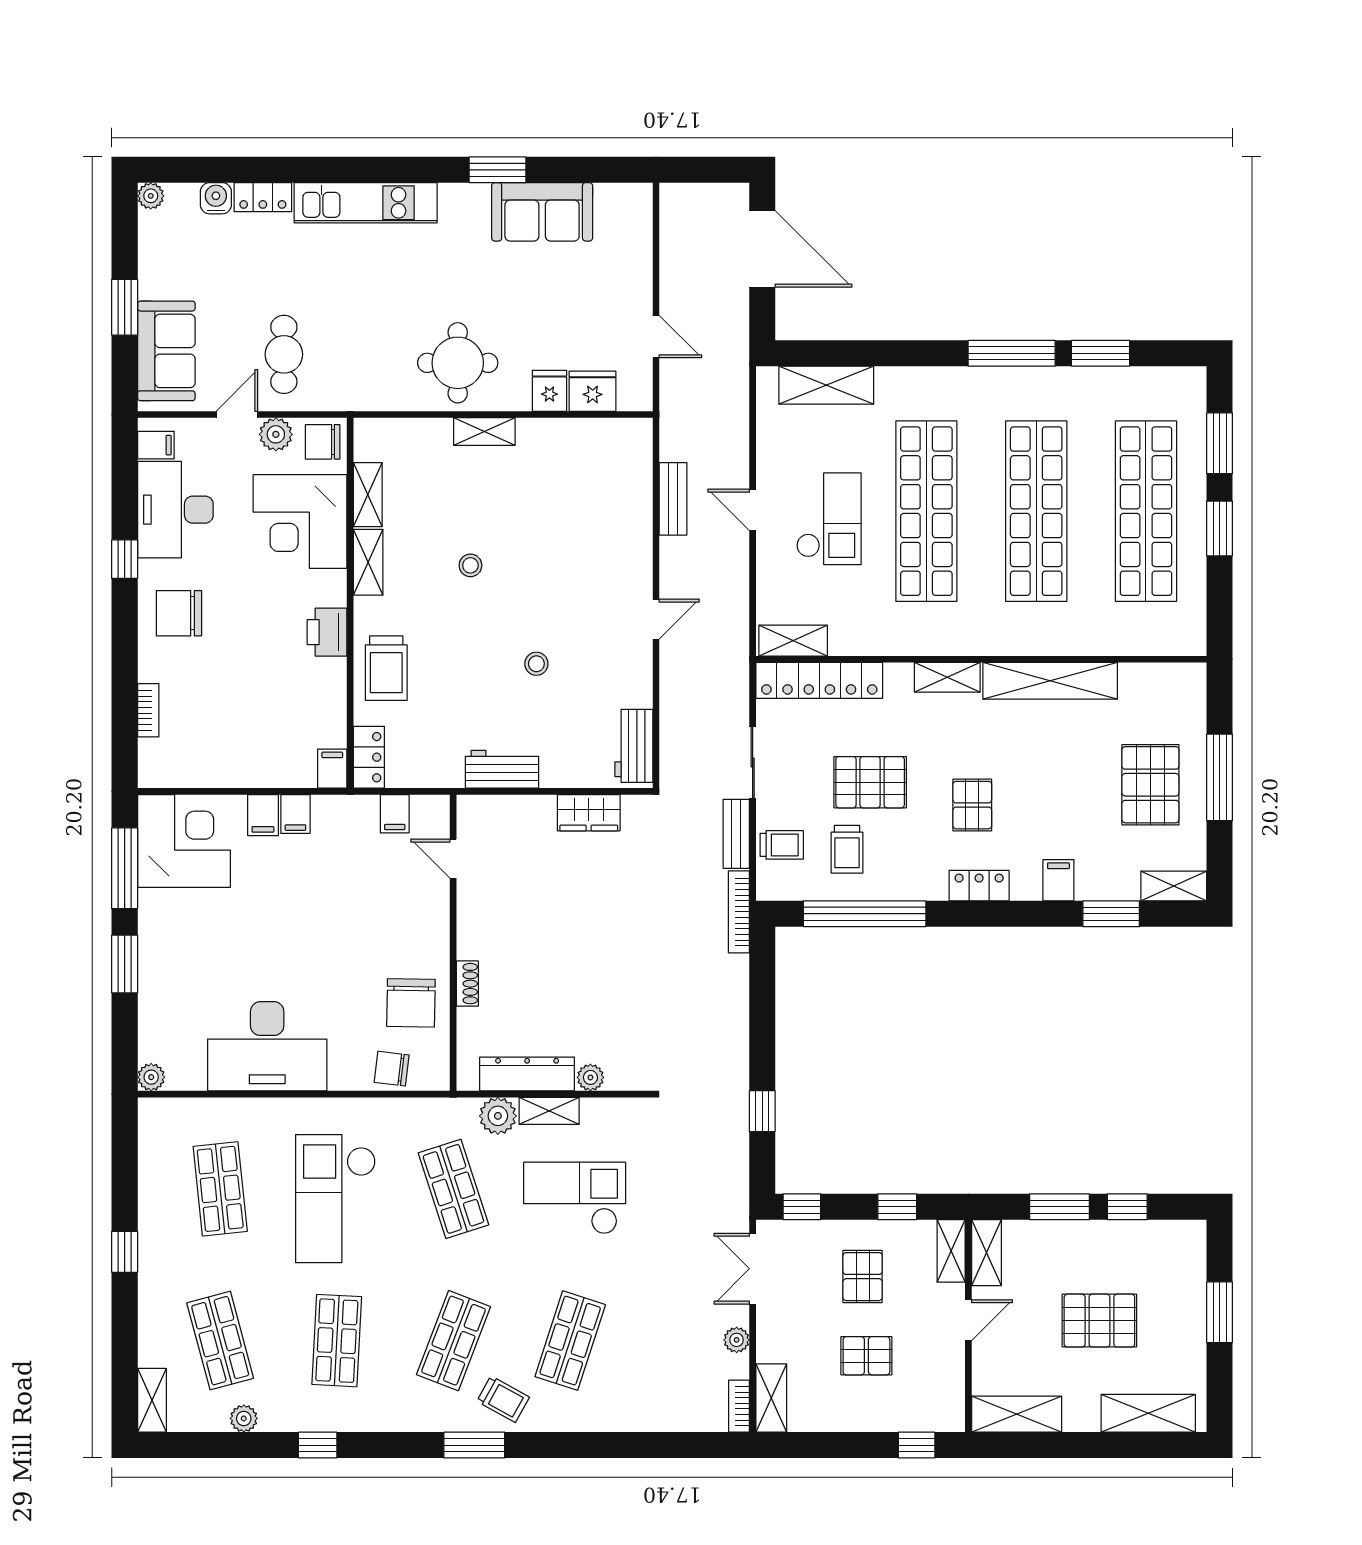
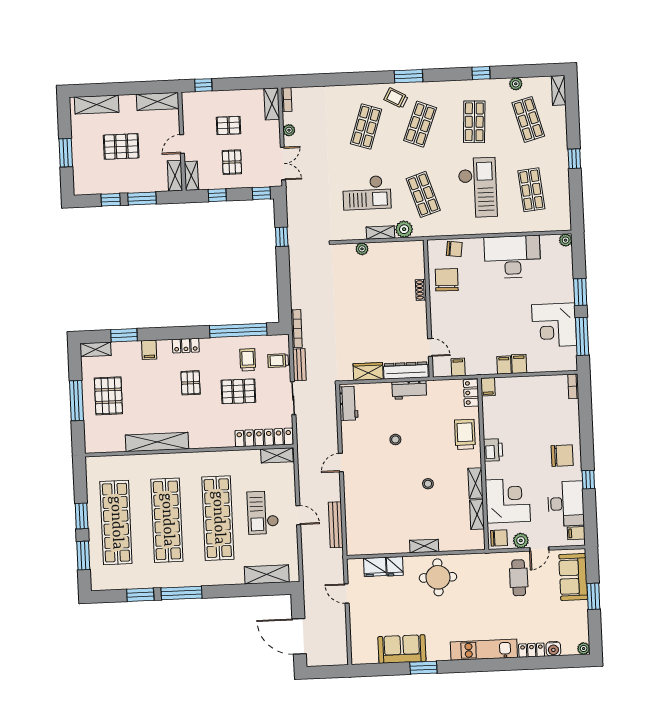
bench: (673, 499) -> (336, 525), width x1.36
shelving: (947, 677) -> (205, 442), removed
bookcase: (148, 710) -> (573, 386), moved
corner desk: (184, 841) -> (554, 325), moved
dresser: (527, 1074) -> (406, 370), moved, turned 180

